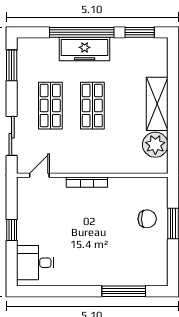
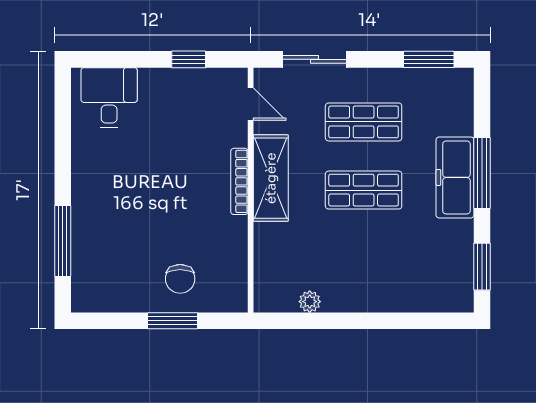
window: (82, 32) -> (482, 173), width x0.68
shelving: (157, 104) -> (271, 178), moved, turned 90
plant: (155, 145) -> (310, 302), width x0.53, depth x0.53
window: (12, 230) -> (189, 59), moved

